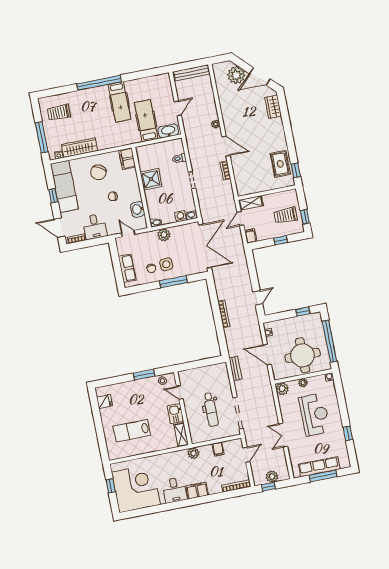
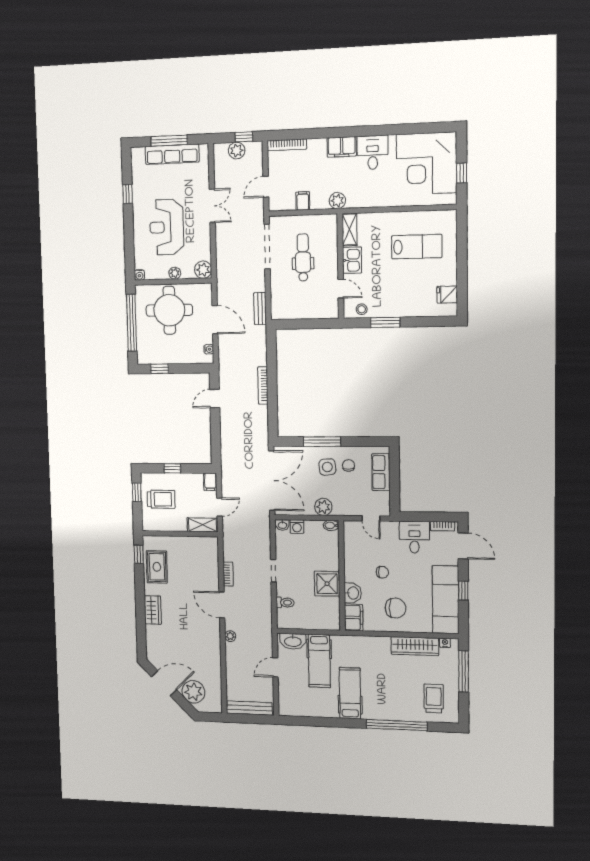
window: (99, 83) -> (397, 725), moved
wardrobe: (273, 107) -> (153, 610), moved
trolley: (59, 112) -> (434, 698), turned -90
chair: (98, 172) -> (396, 608), turned 62
washbasin: (138, 209) -> (353, 593), moved
double door: (205, 246) -> (272, 481), swing flipped

